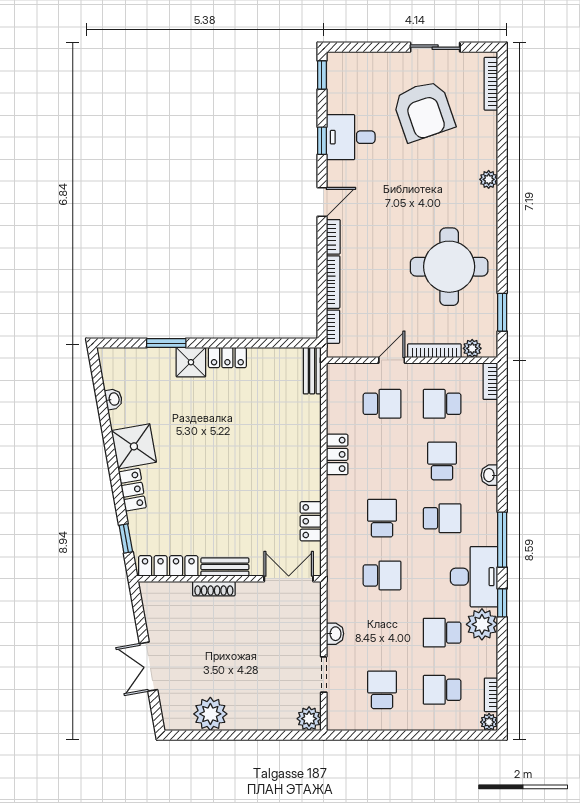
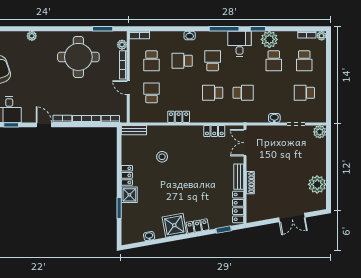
stool: (262, 423) -> (162, 157), added
school desk: (382, 575) -> (243, 93), turned 90
desk: (474, 577) -> (240, 44), width x0.73

